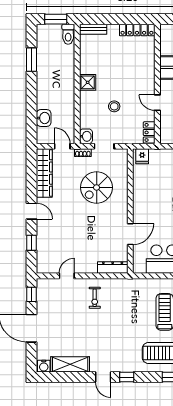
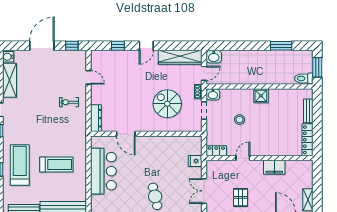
bench: (93, 29) -> (308, 111), moved
washbasin: (44, 118) -> (214, 57), moved
fridge: (142, 156) -> (195, 161), moved

